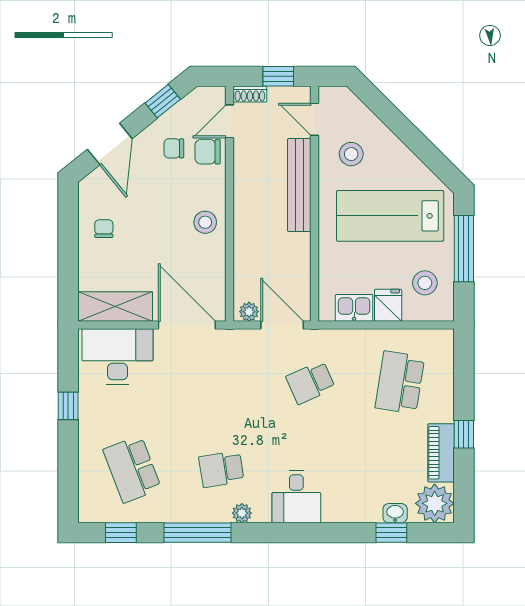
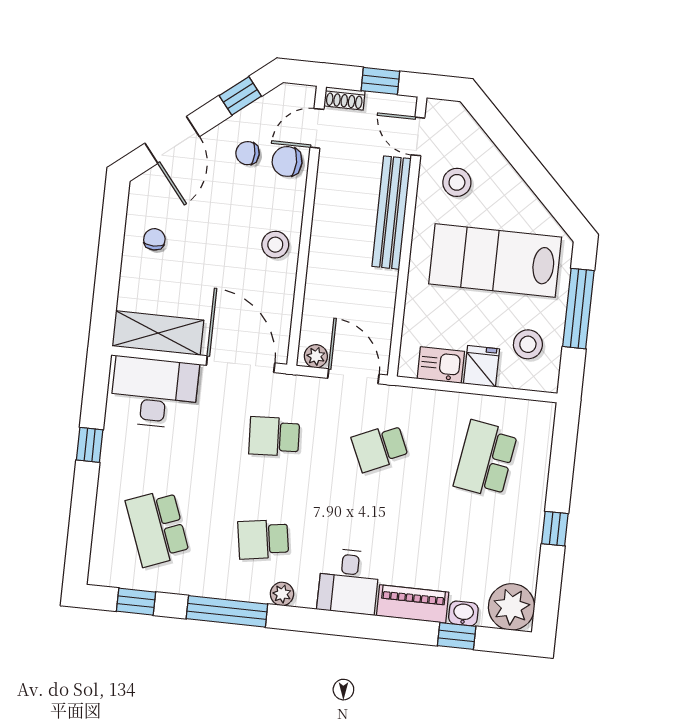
school desk: (221, 382) -> (274, 437), added
piano: (441, 453) -> (413, 604), moved, turned 90

